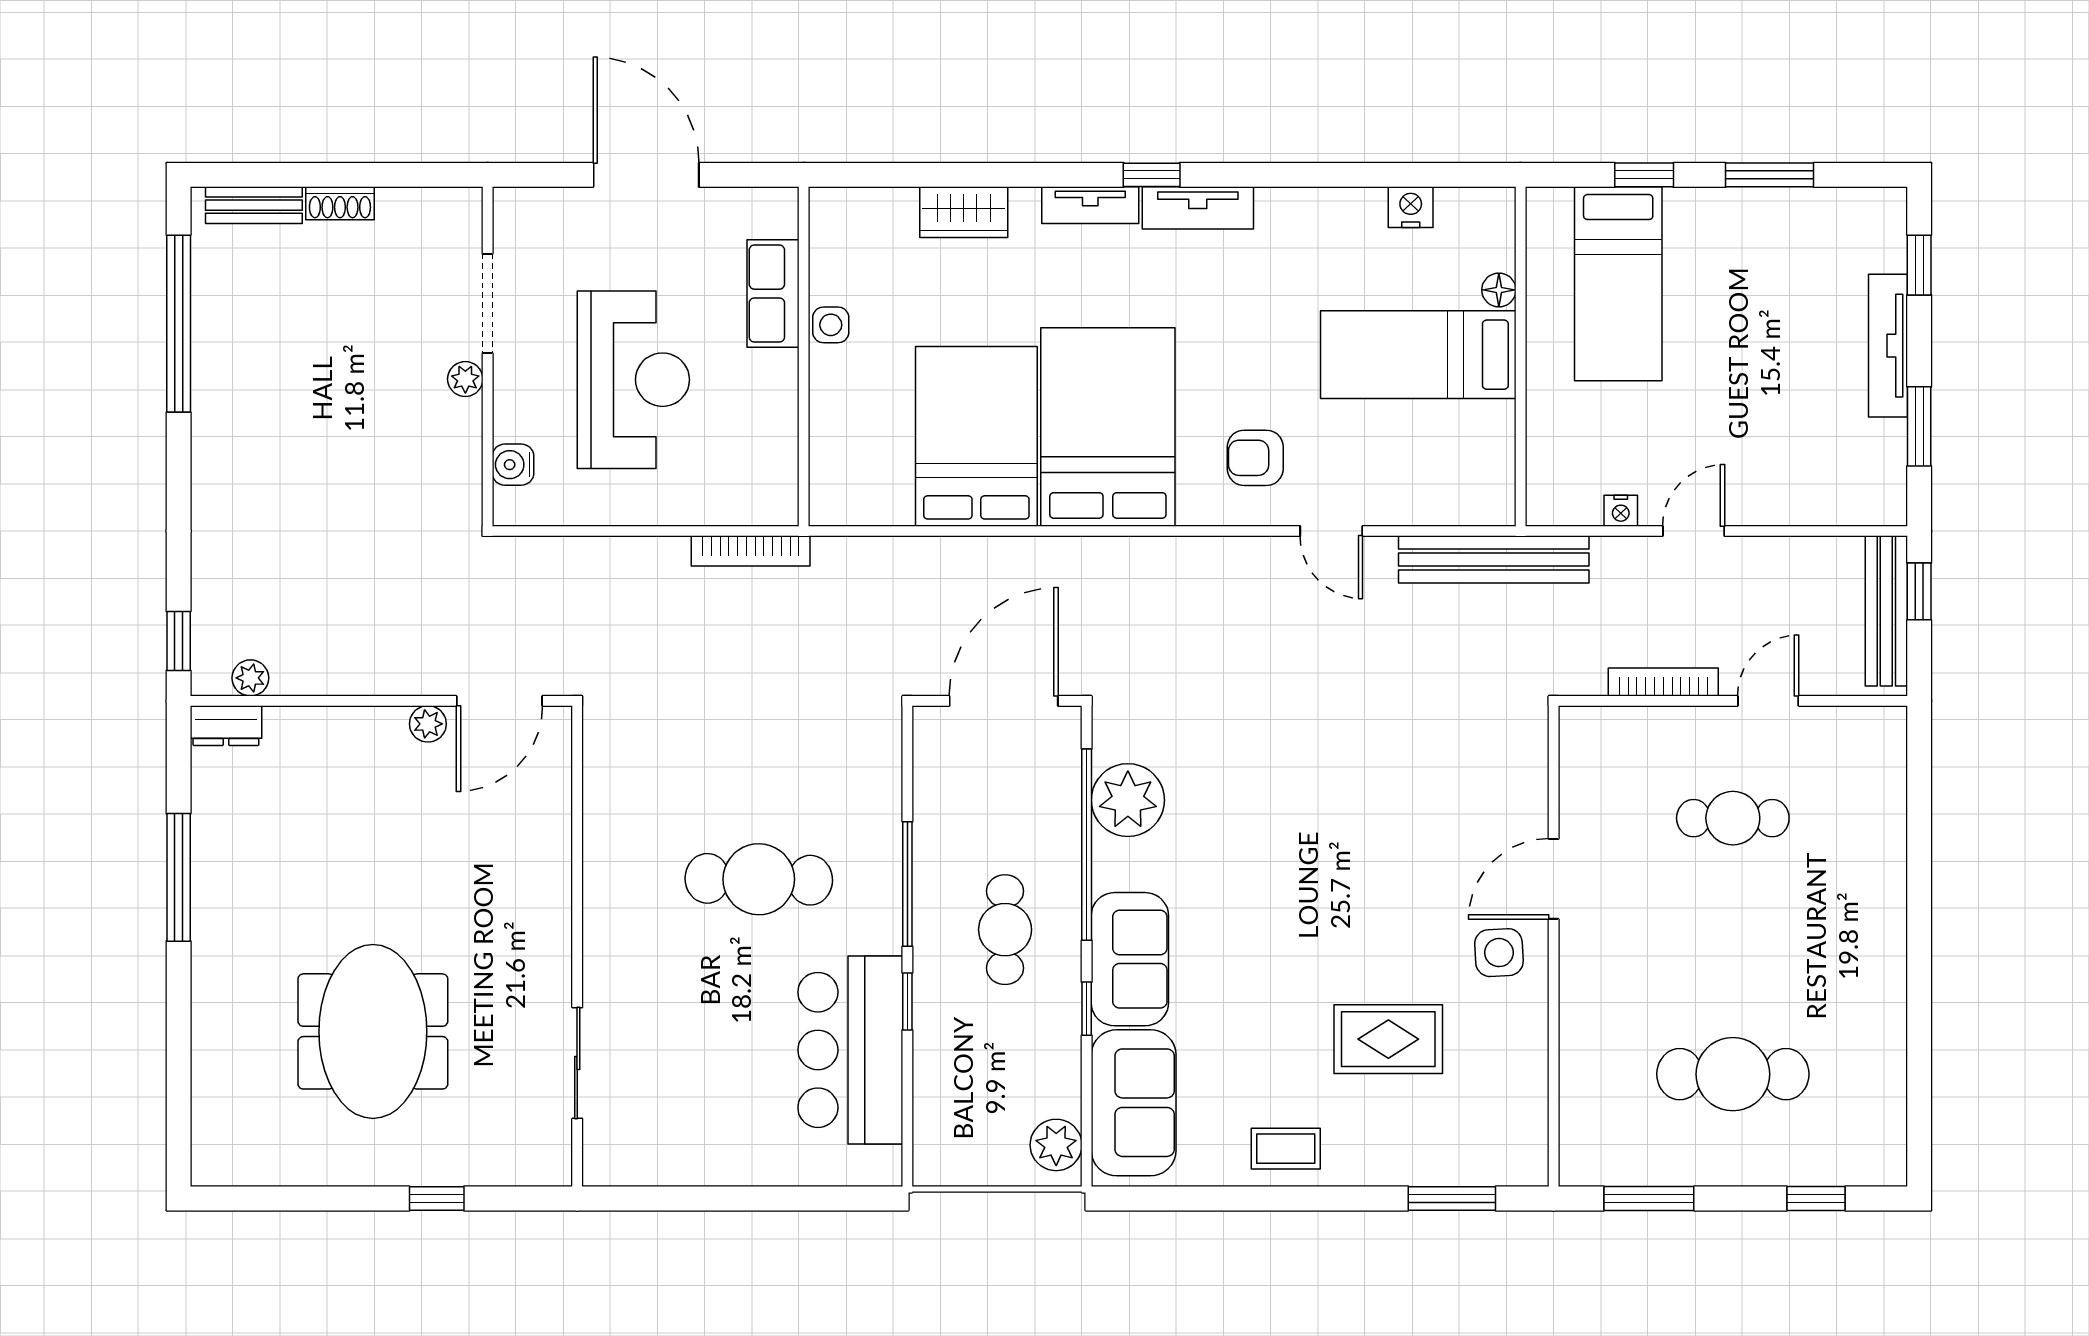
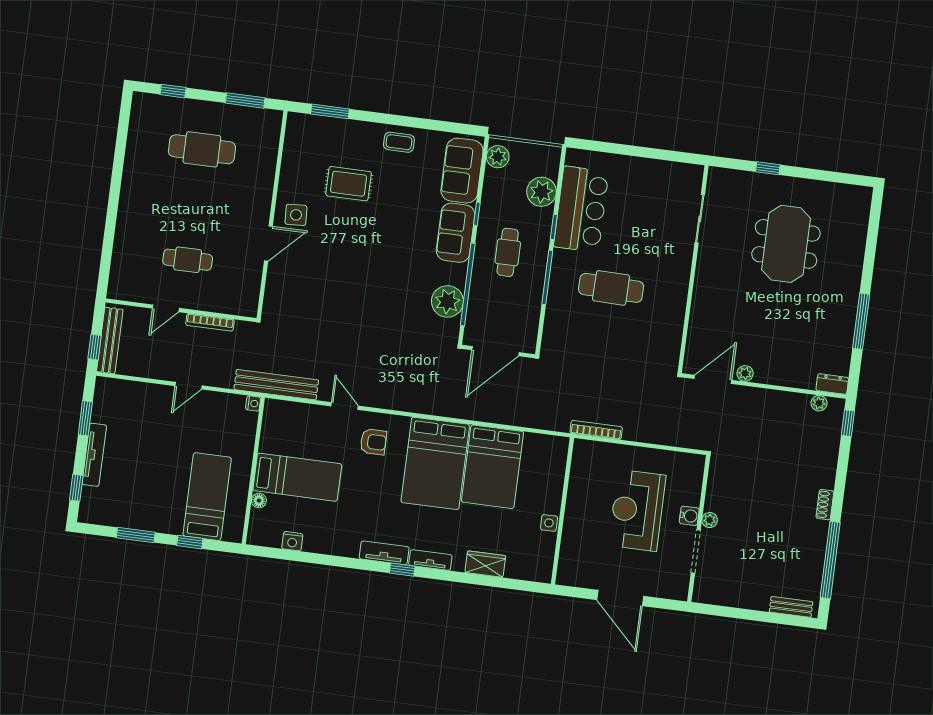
shoe rack: (340, 203) -> (825, 505), moved, turned -90
row of seats: (773, 294) -> (572, 540), removed
water cooler: (513, 465) -> (689, 516), moved
nightstand: (1621, 511) -> (253, 403), moved, turned 90
plant: (946, 1078) -> (542, 192), added

